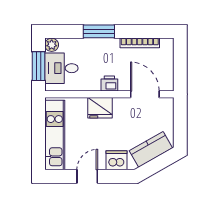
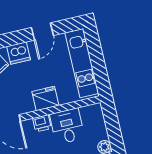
window: (38, 66) -> (112, 124), removed
desk: (61, 68) -> (67, 126), moved, turned -90

